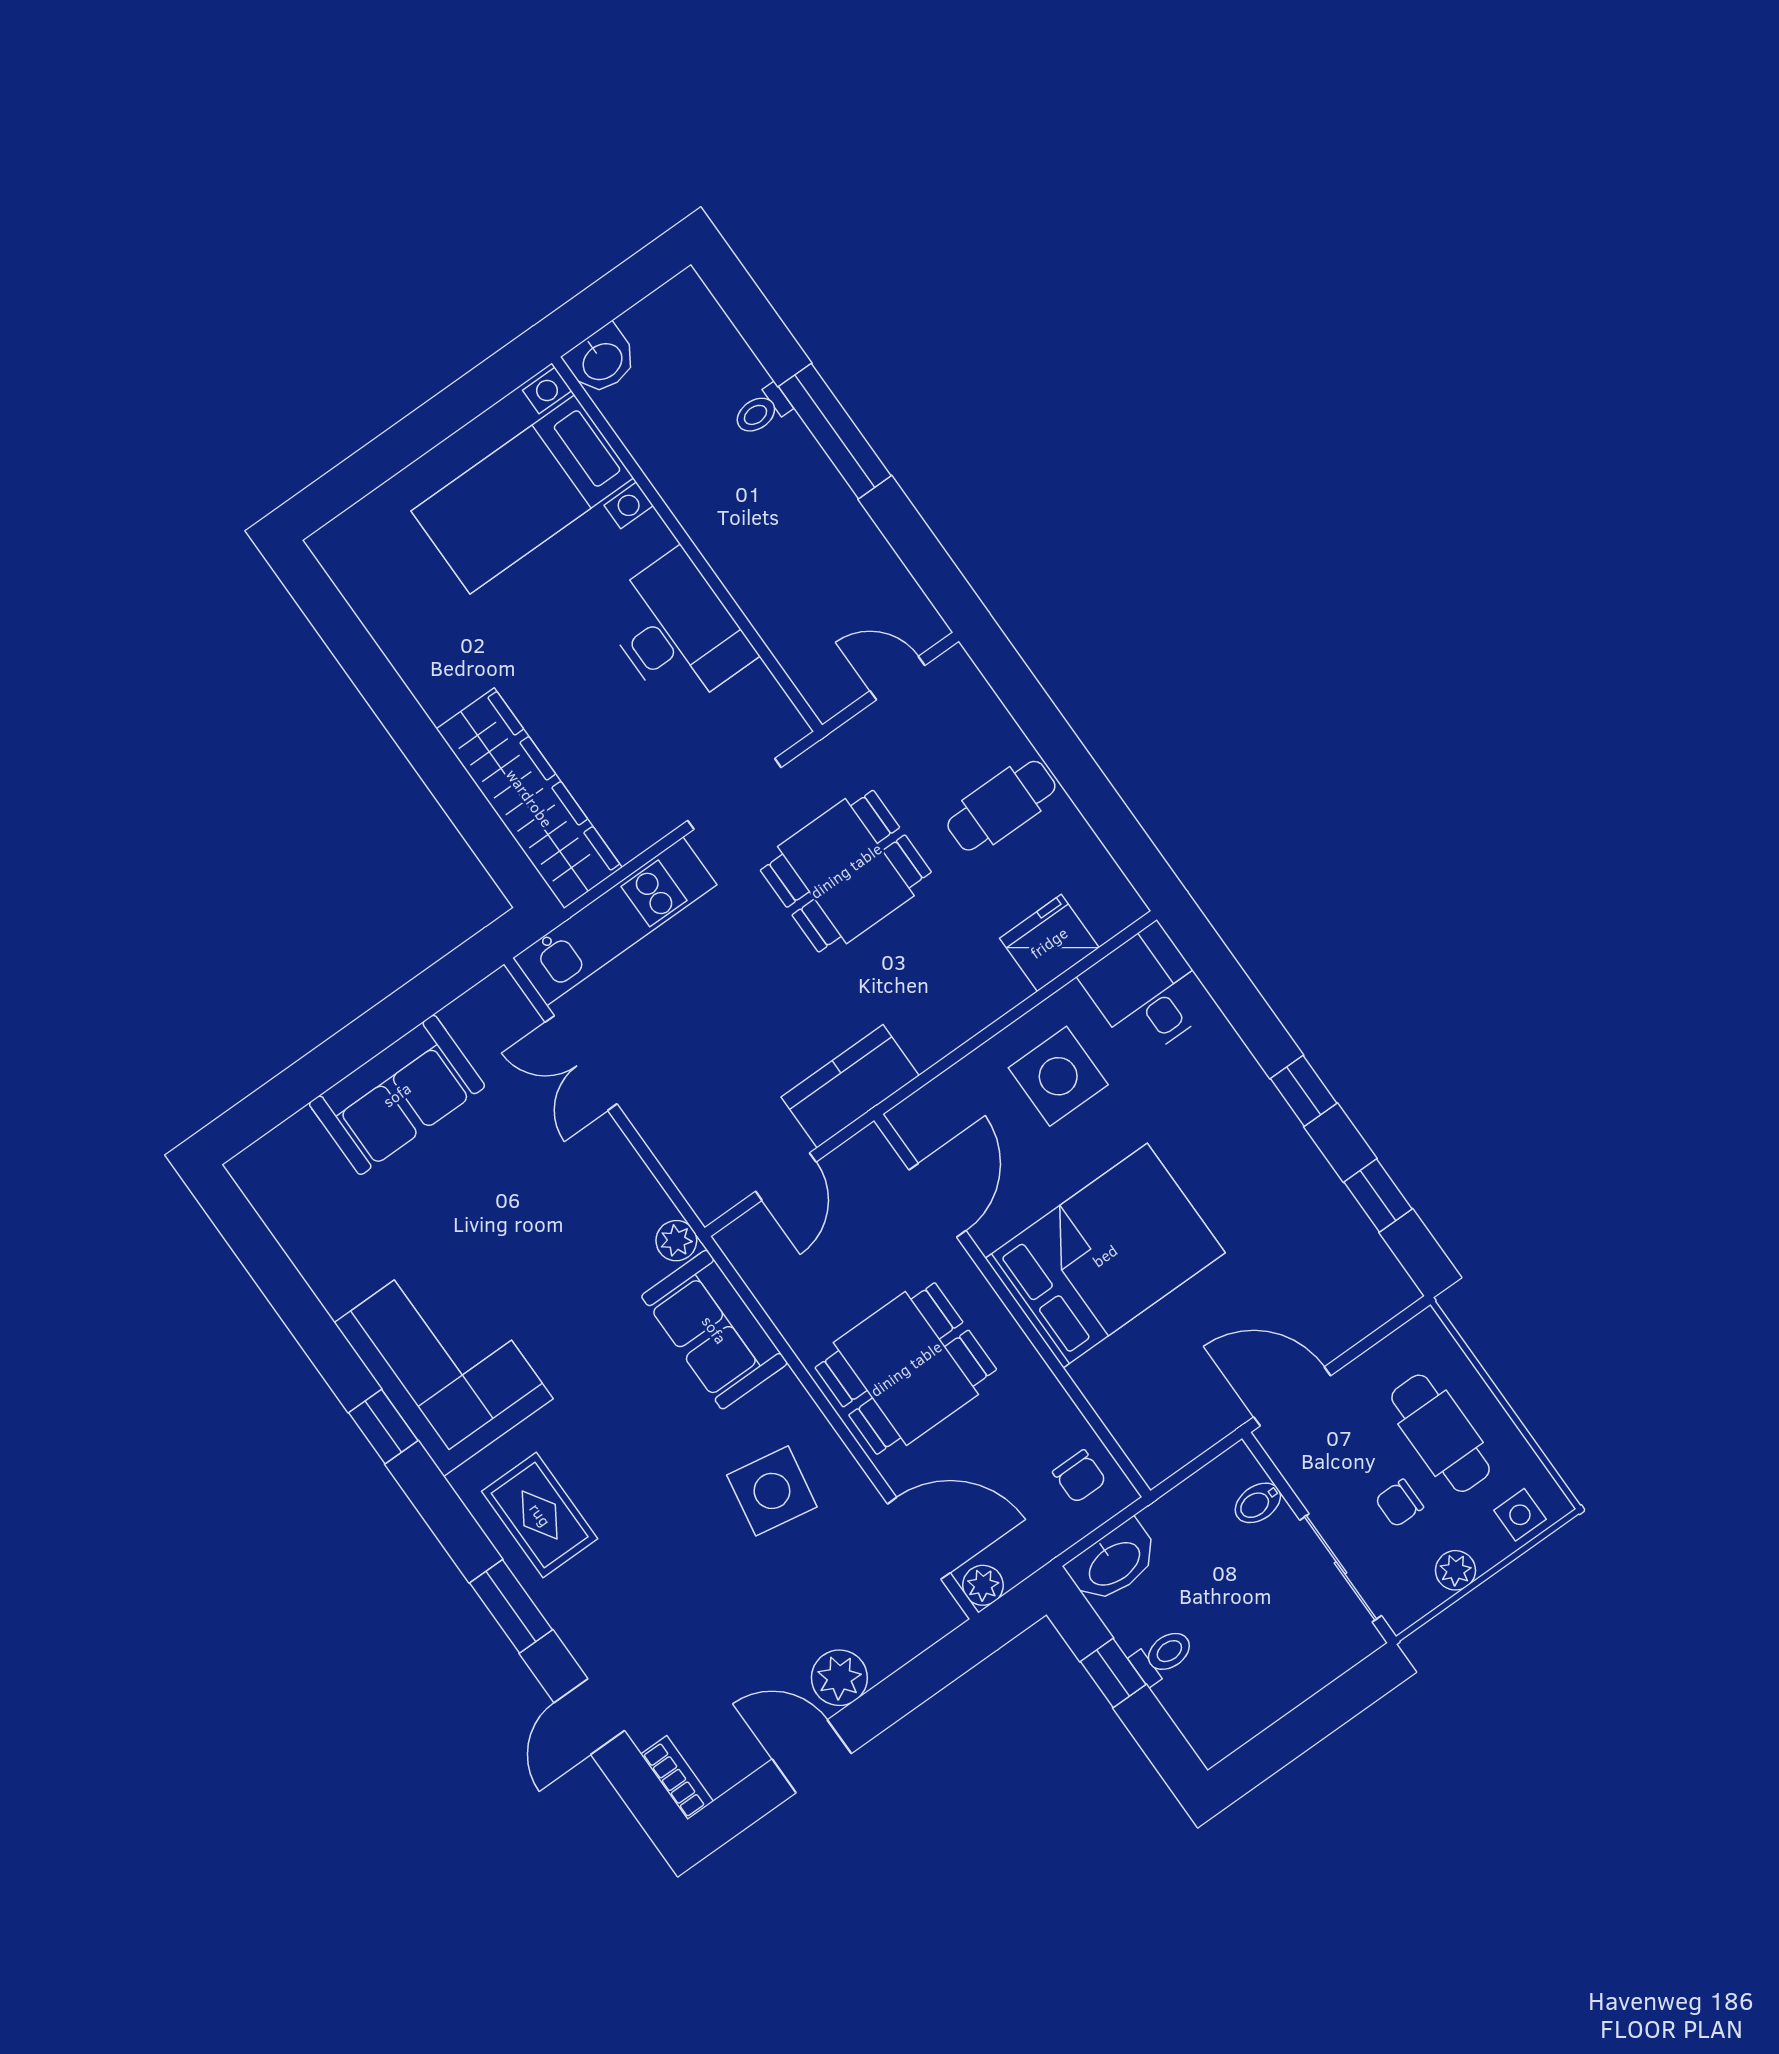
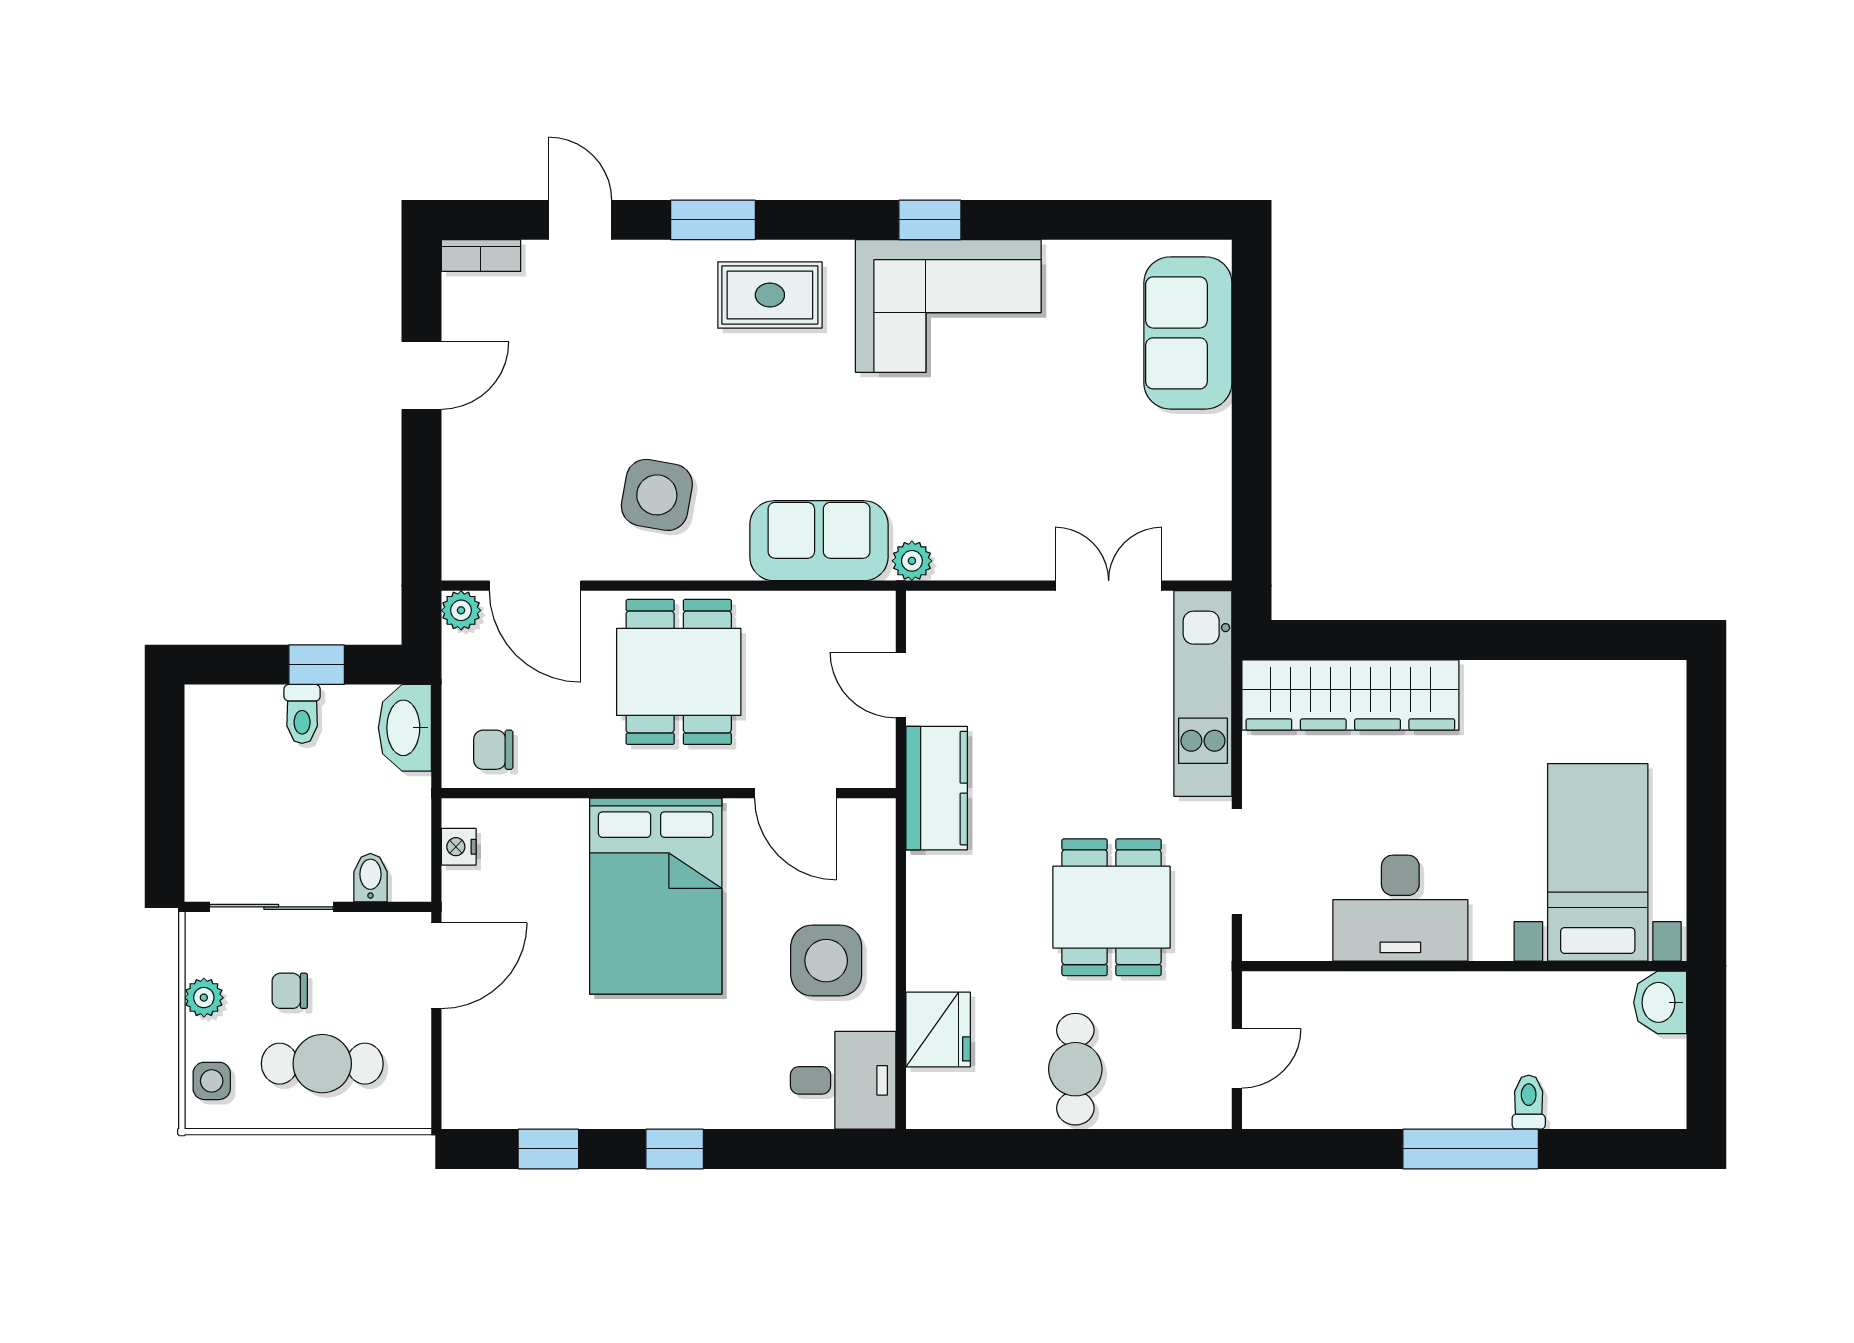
sofa: (397, 1095) -> (1188, 333), moved
nightstand: (1180, 1448) -> (459, 847), added
chair: (1399, 1503) -> (290, 991), turned -90
door: (919, 1538) -> (535, 586), hinge flipped
plant: (839, 1678) -> (469, 443), removed

